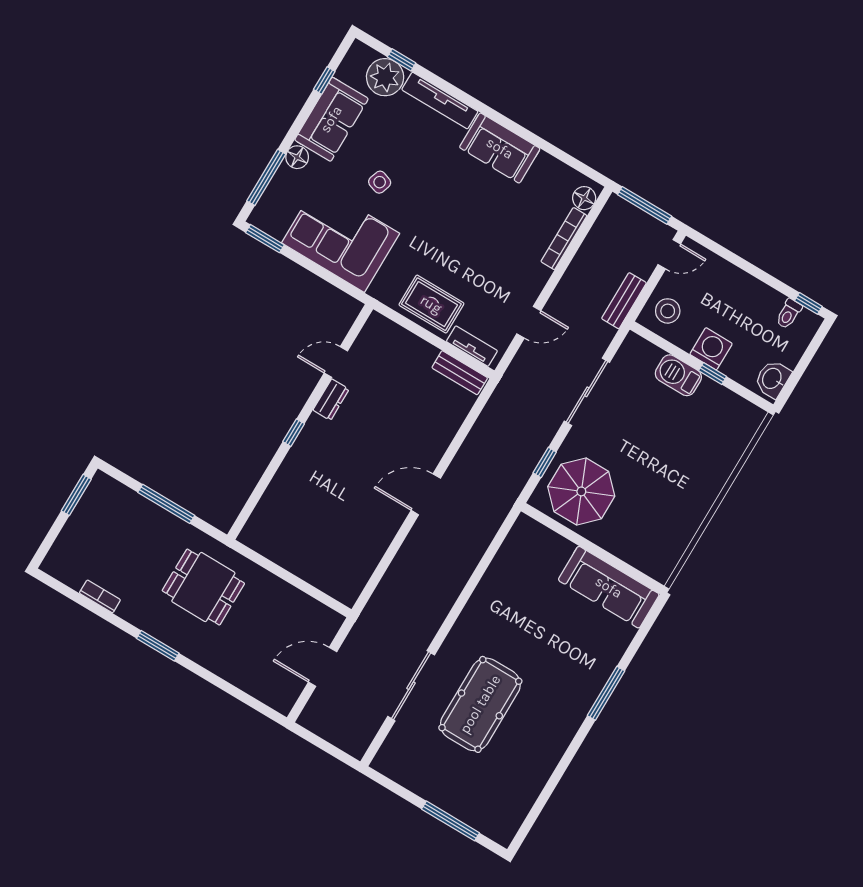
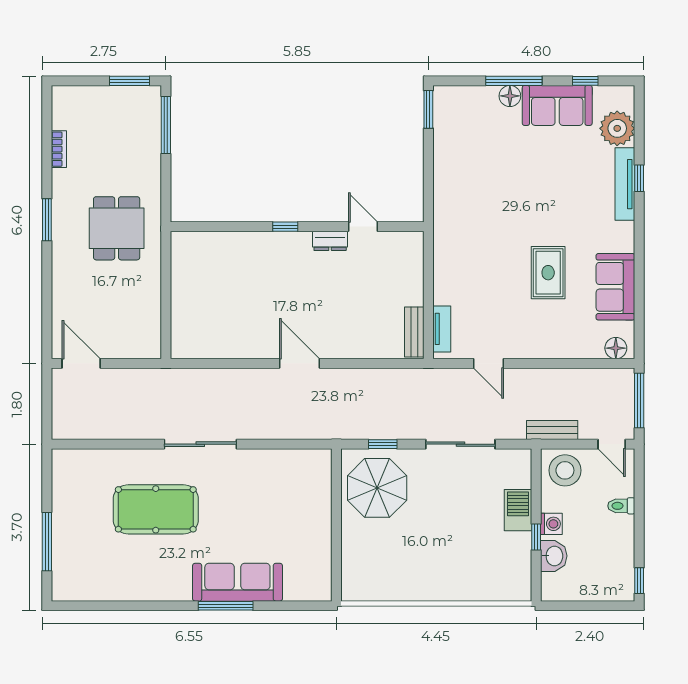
window: (402, 60) -> (639, 178), moved
sofa: (500, 148) -> (615, 287), moved
window: (266, 177) -> (514, 81), moved
side table: (380, 182) -> (530, 175), removed
corner sofa: (341, 238) -> (465, 170), removed
bookcase: (564, 239) -> (573, 351), removed
rug: (431, 304) -> (548, 273), moved
stool: (668, 311) -> (565, 470), width x1.38, depth x1.38
toilet: (789, 314) -> (621, 506), moved
washing machine: (711, 349) -> (551, 524), width x0.73, depth x0.73
washbasin: (772, 379) -> (554, 556), moved, turned 90
window: (166, 504) -> (166, 125), moved
sofa: (609, 587) -> (237, 582), moved, turned 90
door: (323, 667) -> (81, 363), moved
sliding door: (411, 686) -> (200, 444), moved

